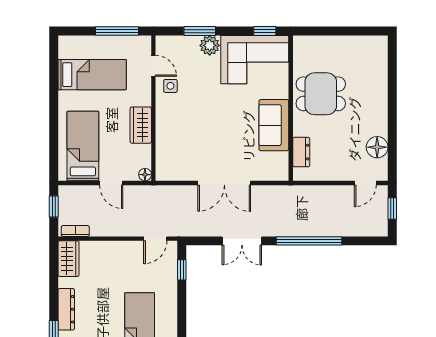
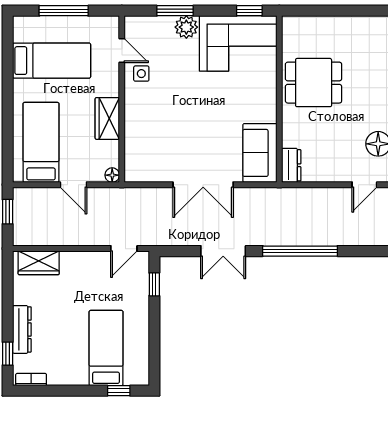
window: (117, 31) -> (64, 11), moved
sofa: (274, 125) -> (260, 153), moved
dresser: (301, 152) -> (291, 165), moved
bookcase: (75, 231) -> (32, 240), removed
wardrobe: (68, 259) -> (39, 263), moved, turned 90

